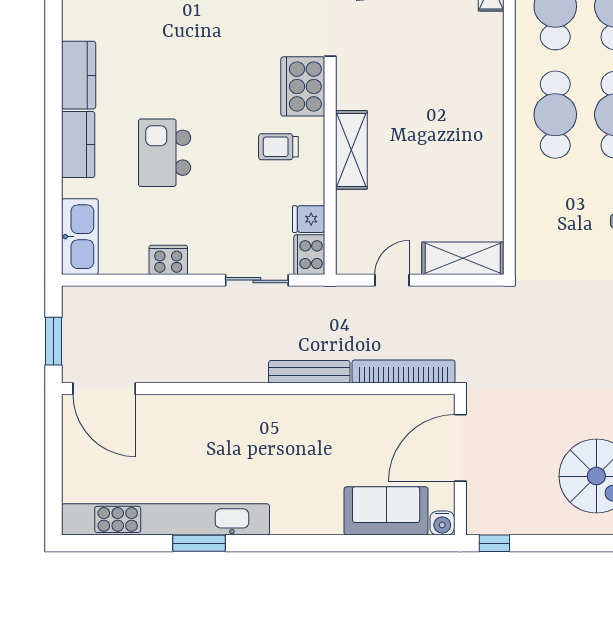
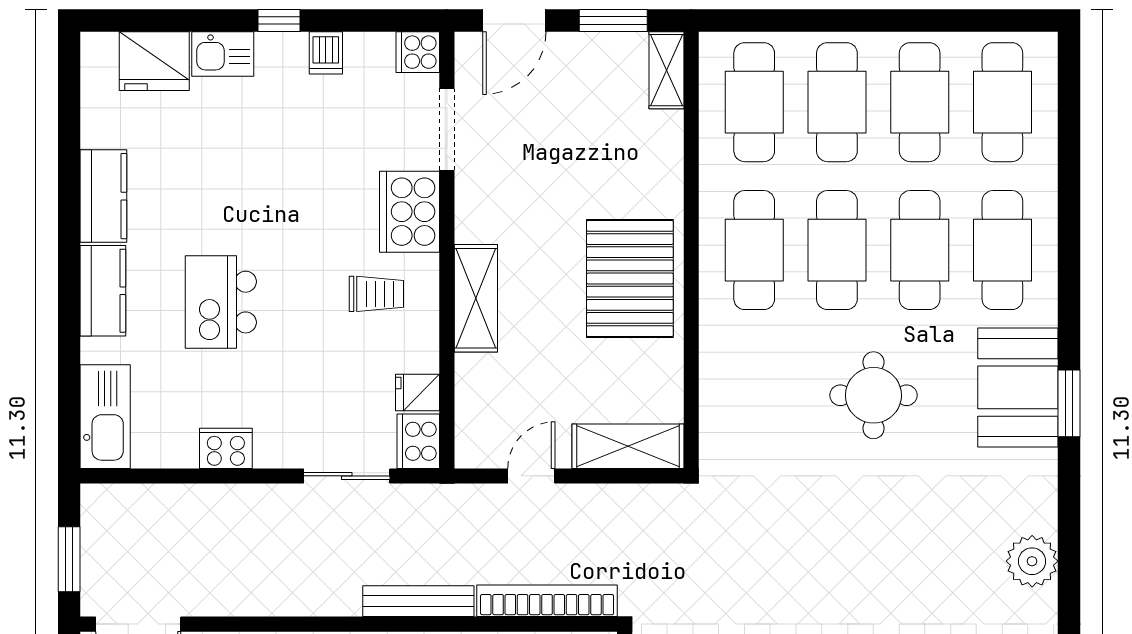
pallet: (464, 135) -> (630, 279), added
trolley: (278, 147) -> (376, 294), turned 180

